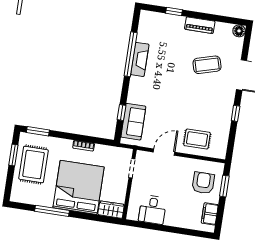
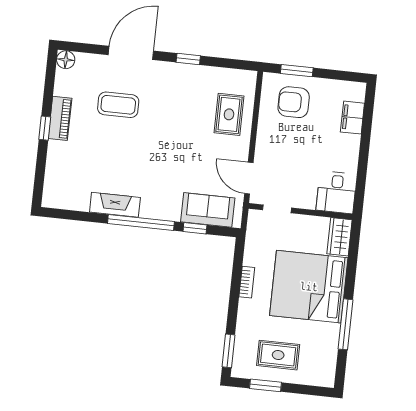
window: (174, 11) -> (45, 128), moved
window: (131, 54) -> (141, 222), moved
coffee table: (207, 65) -> (118, 105), turned -74
door: (164, 152) -> (249, 178), moved
rug: (33, 164) -> (278, 355), width x0.73, depth x0.70
desk: (152, 210) -> (336, 192), moved, turned 90
filing cabinet: (210, 214) -> (352, 118), moved, turned 90

